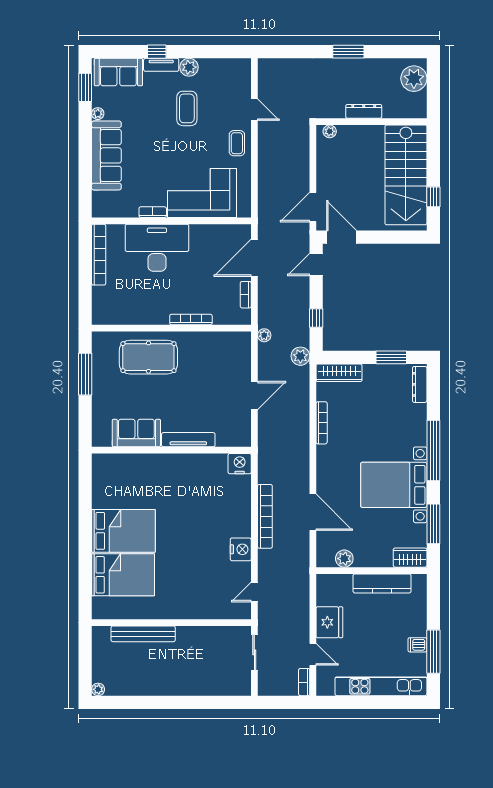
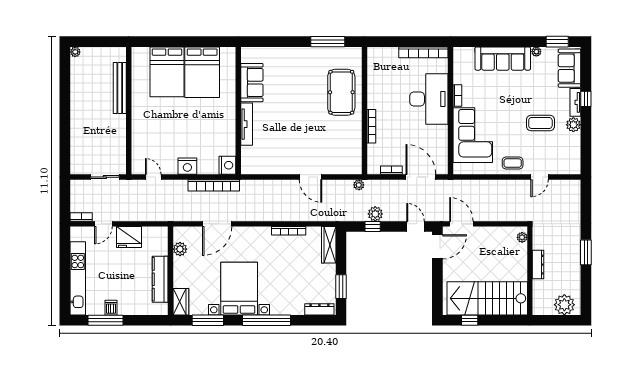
plant: (300, 356) -> (375, 214), moved
sofa: (136, 433) -> (252, 83), moved
tv unit: (188, 440) -> (247, 124), moved
wall: (171, 450) -> (238, 111), moved
nightstand: (240, 464) -> (227, 165), moved

